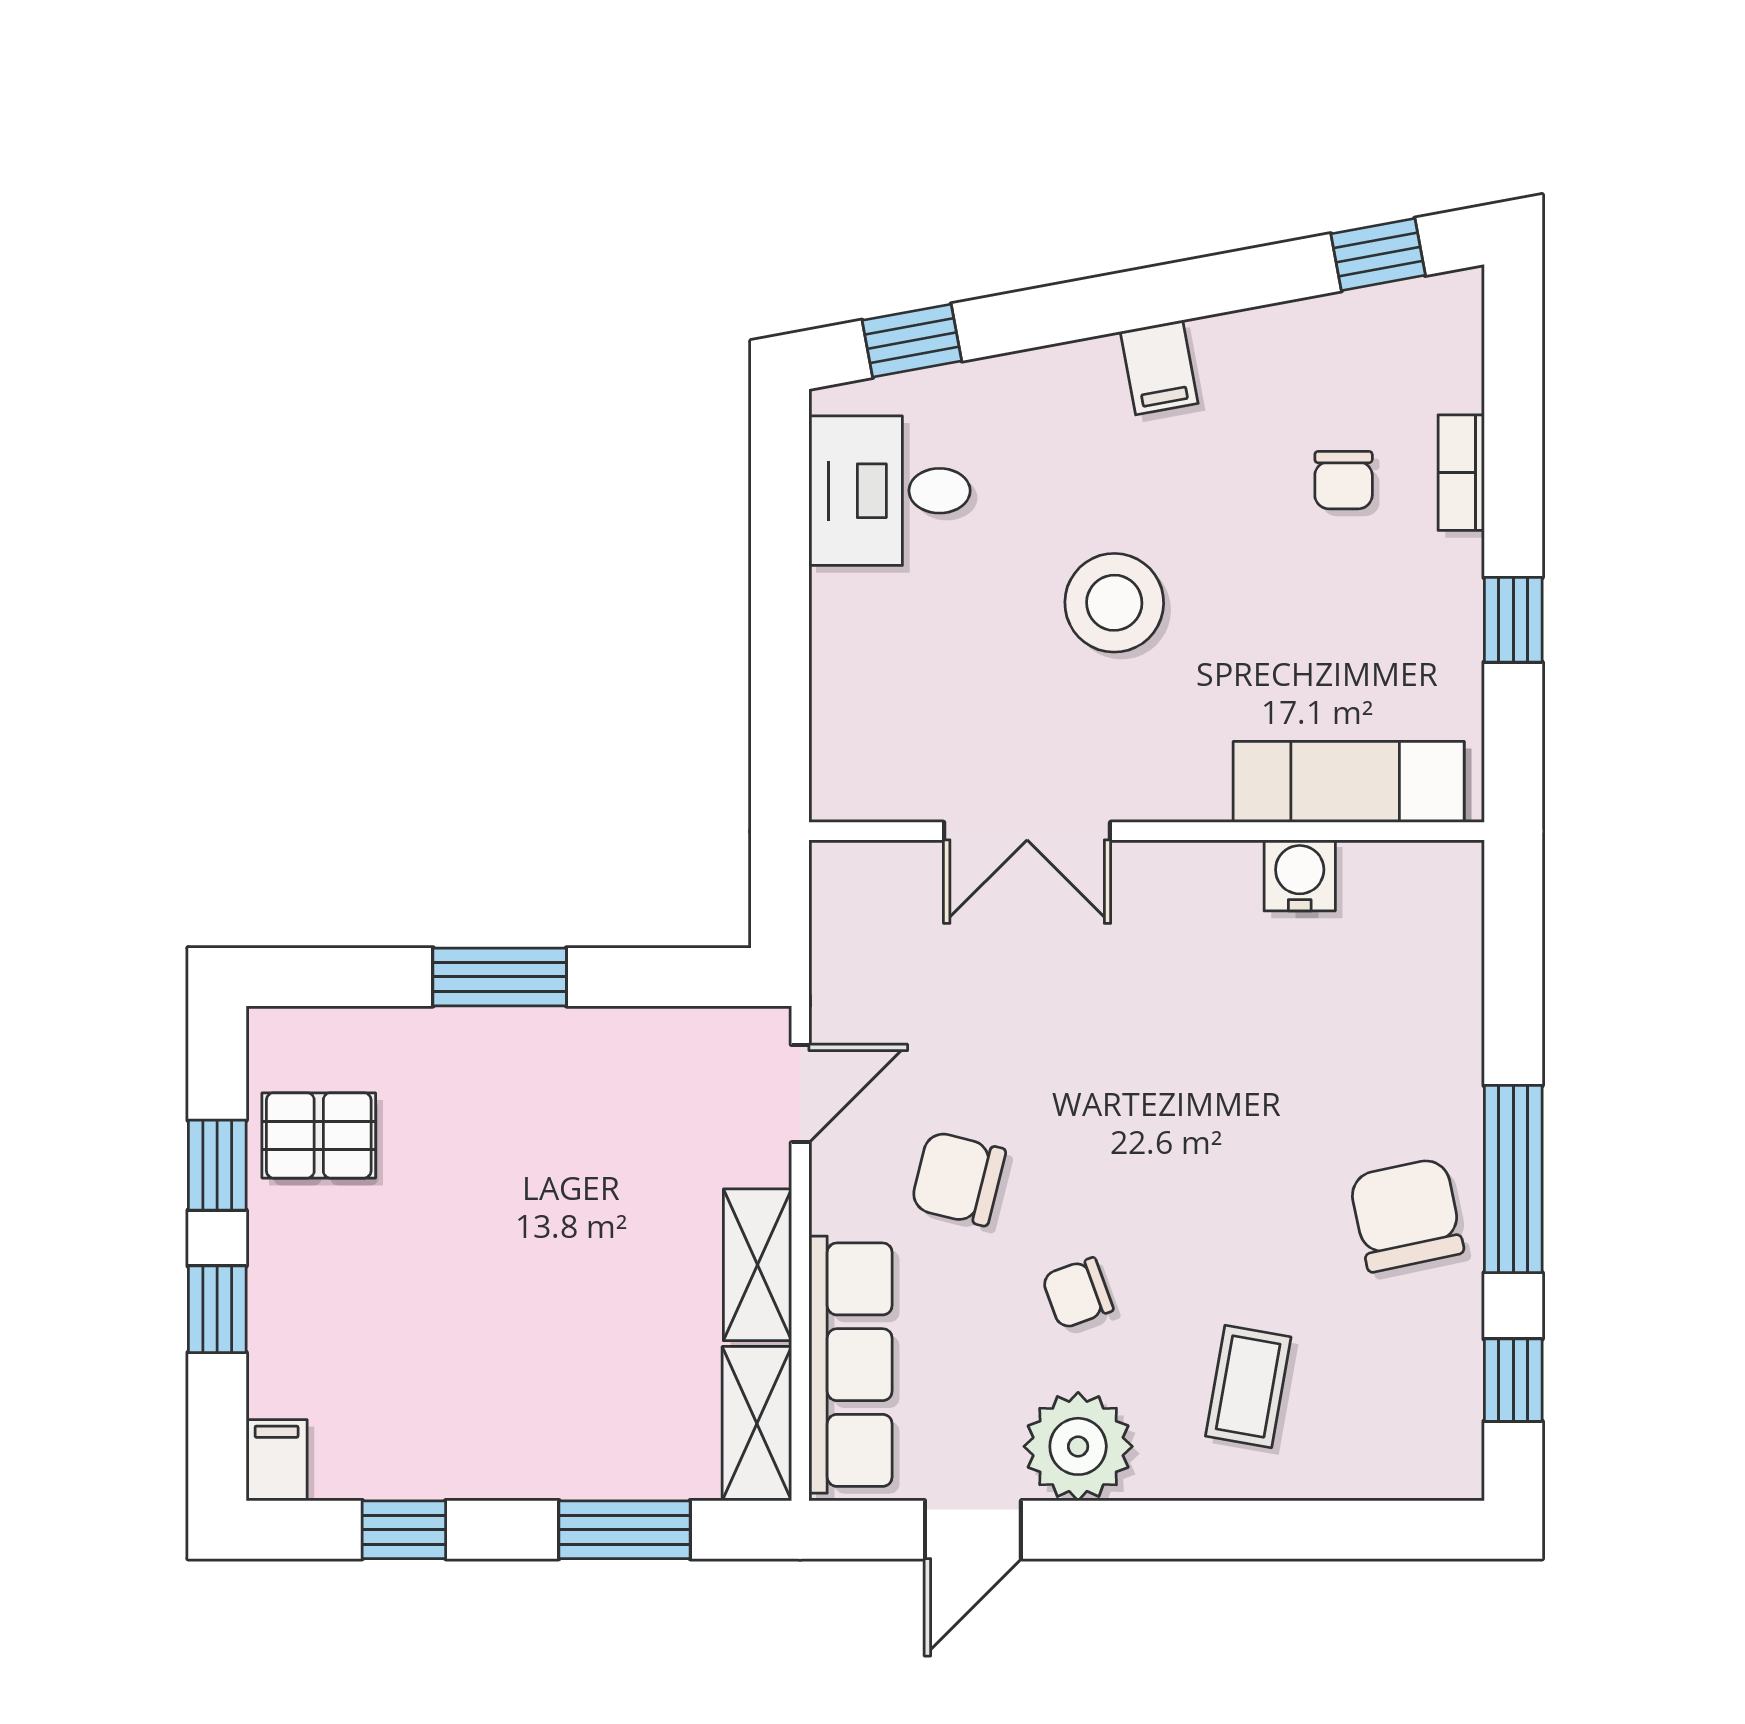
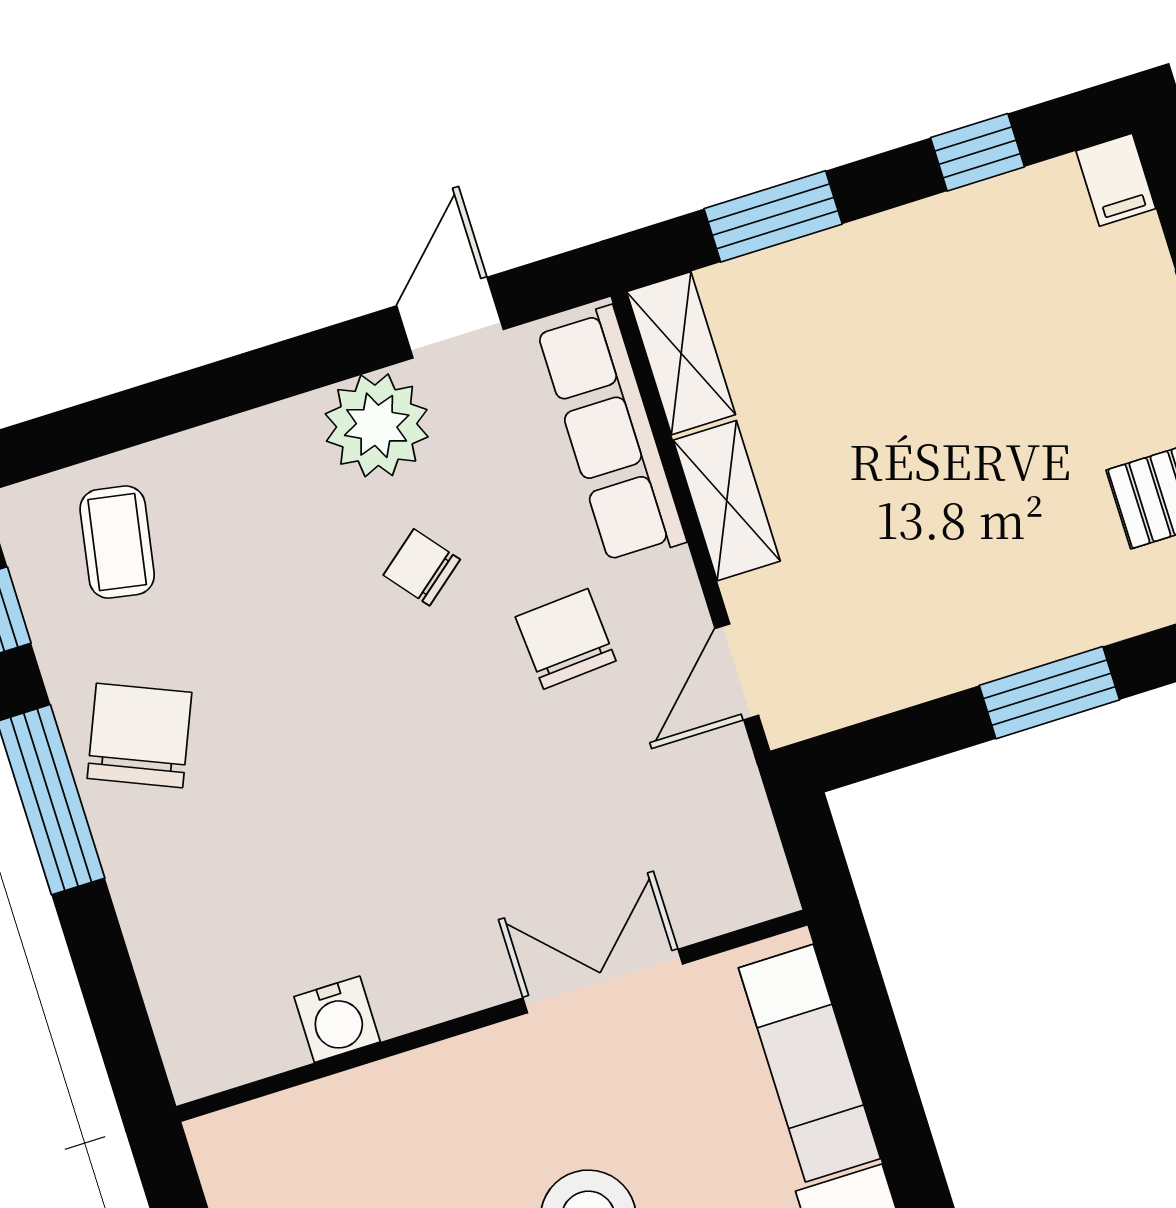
exam couch: (1349, 782) -> (809, 1063), moved, turned 90
chair: (958, 1179) -> (566, 639), turned -108
chair: (1406, 1215) -> (140, 735), turned -145
chair: (1078, 1293) -> (422, 567), turned -109
coffee table: (1248, 1386) -> (117, 542), moved

